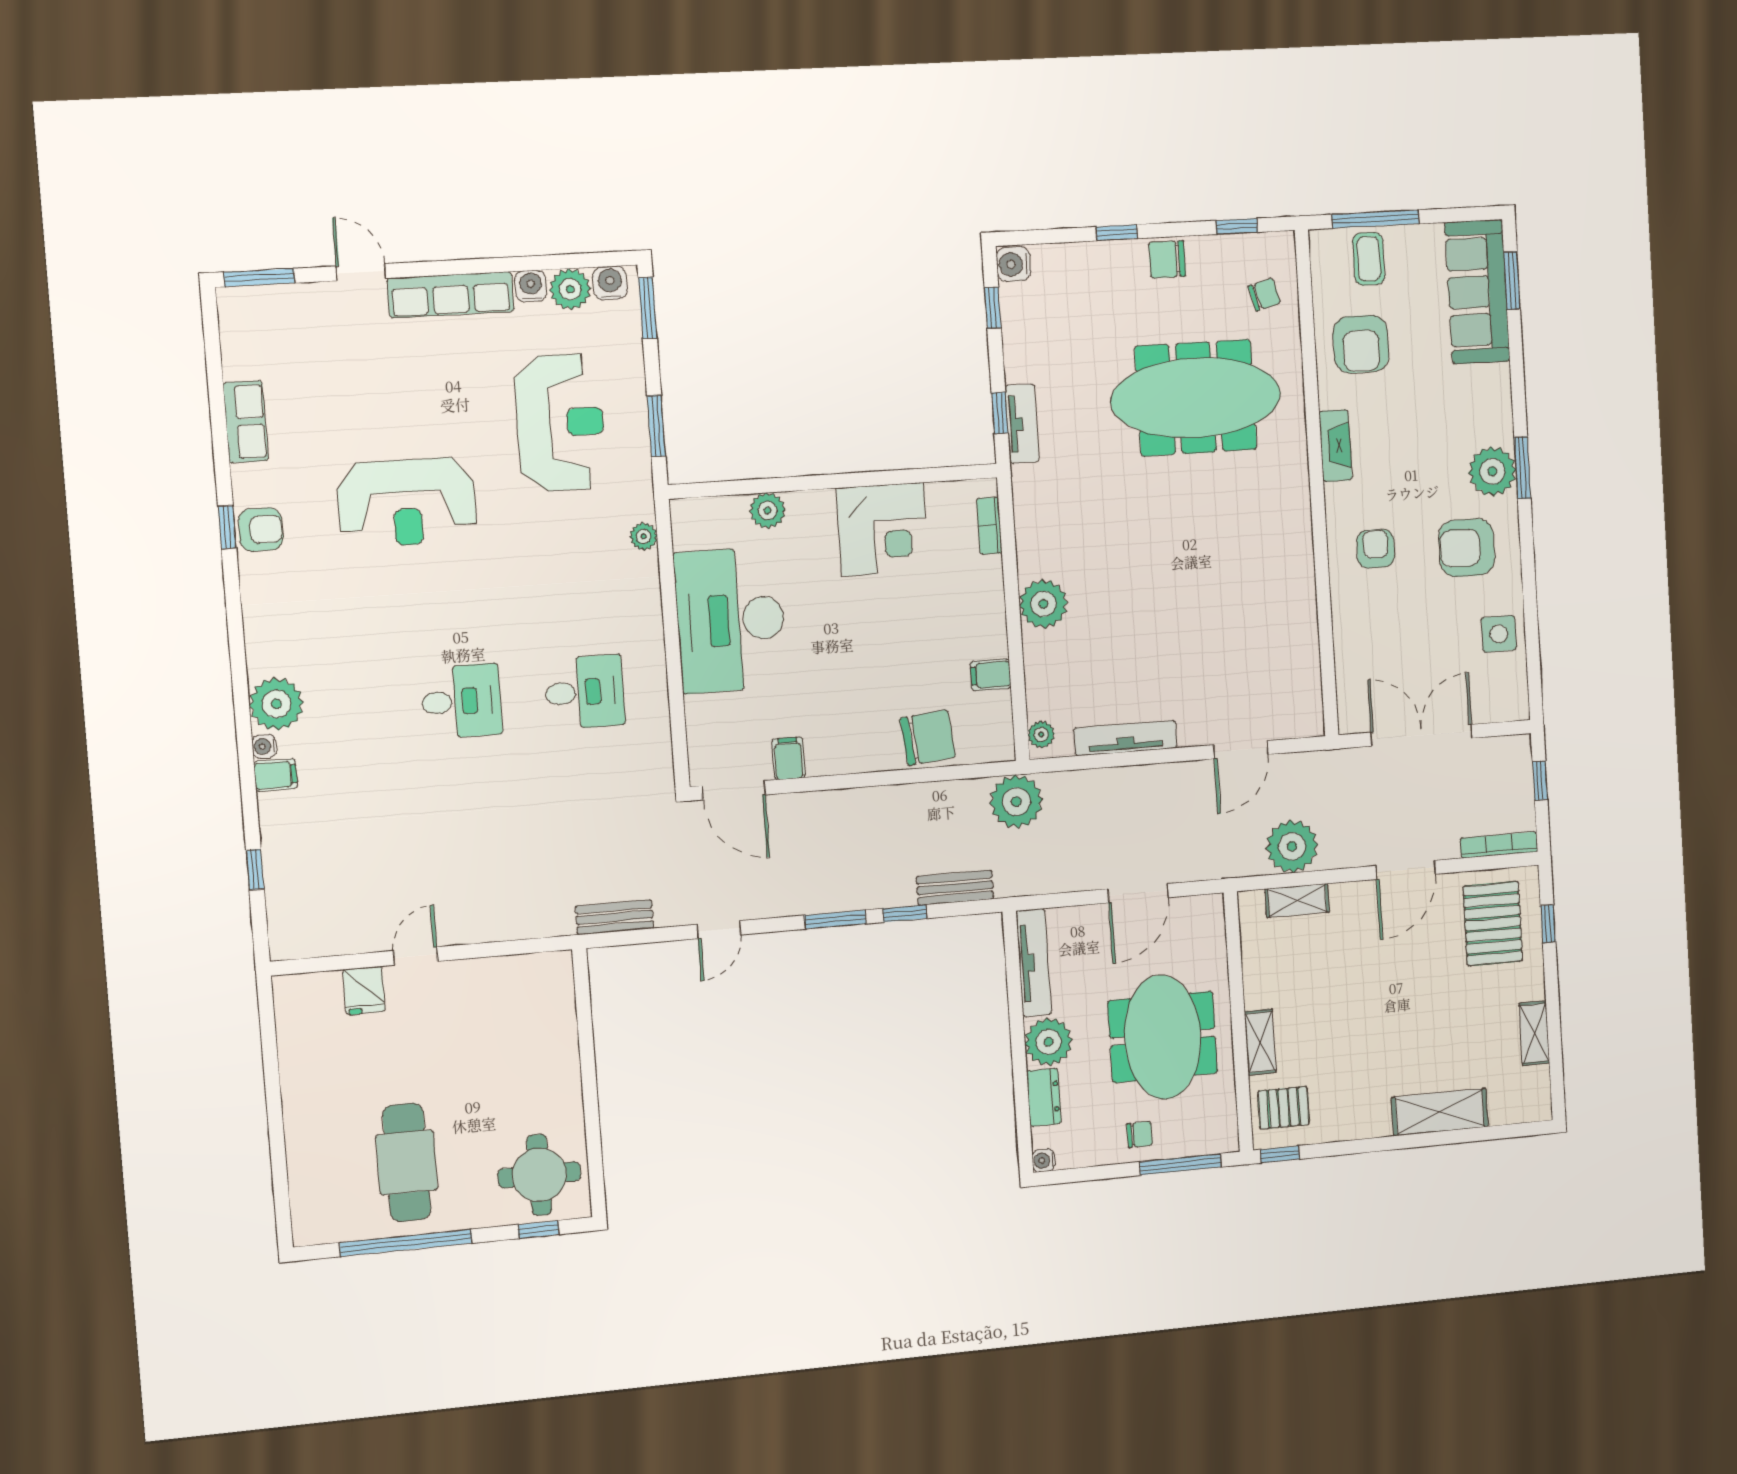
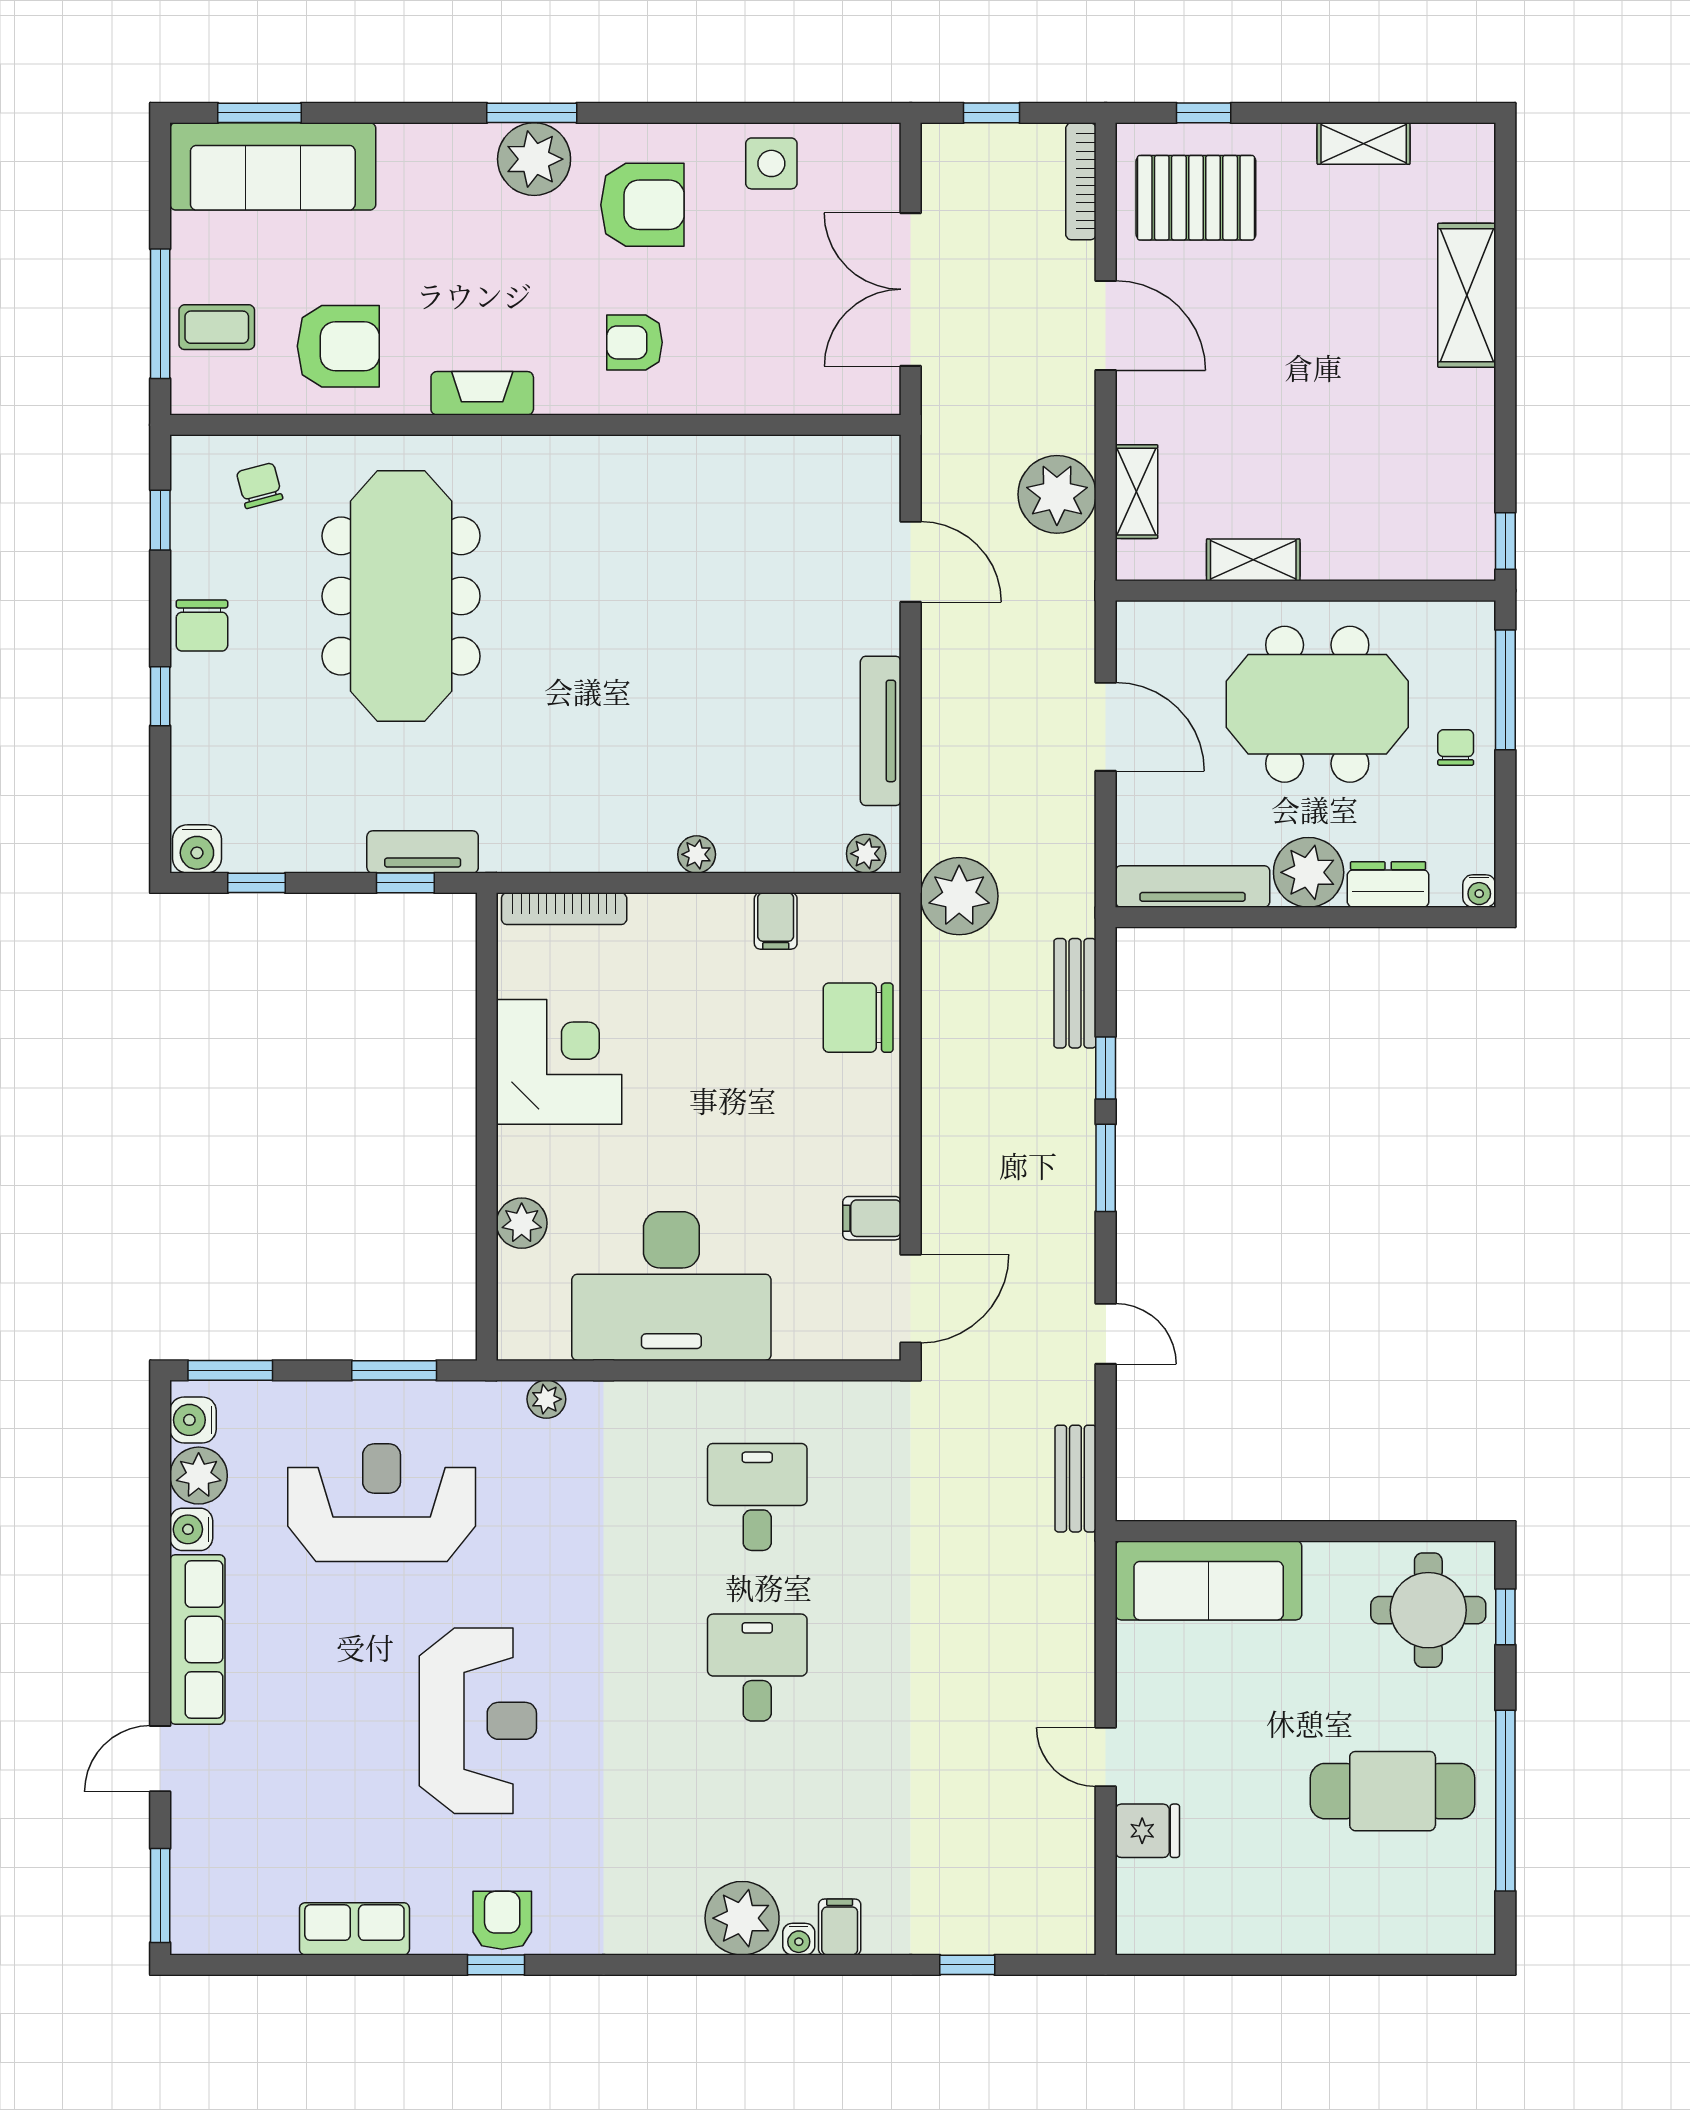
bookcase: (989, 526) -> (564, 909), width x1.56
armchair: (1467, 548) -> (642, 205), turned -90
plant: (1043, 604) -> (697, 854), width x0.53, depth x0.53
chair: (928, 738) -> (858, 1018), turned -84
sofa: (549, 1018) -> (1209, 1580), added
shelving: (1260, 1042) -> (1253, 560), moved
pallet: (1284, 1108) -> (1438, 531), removed

